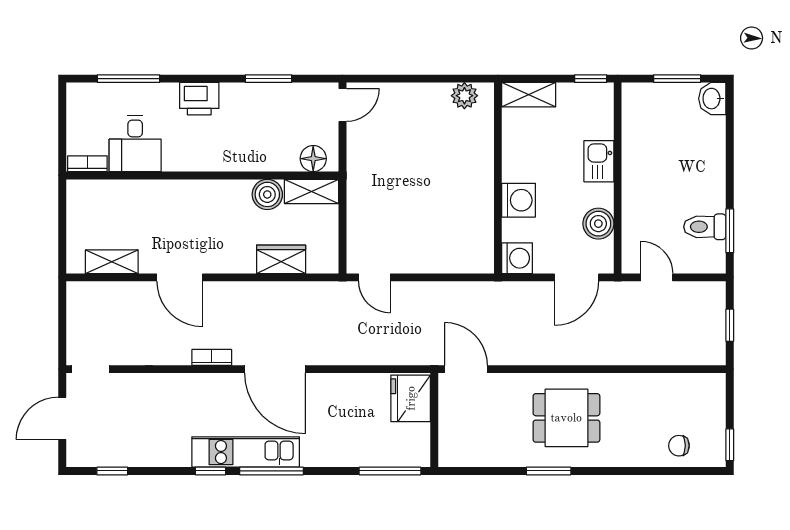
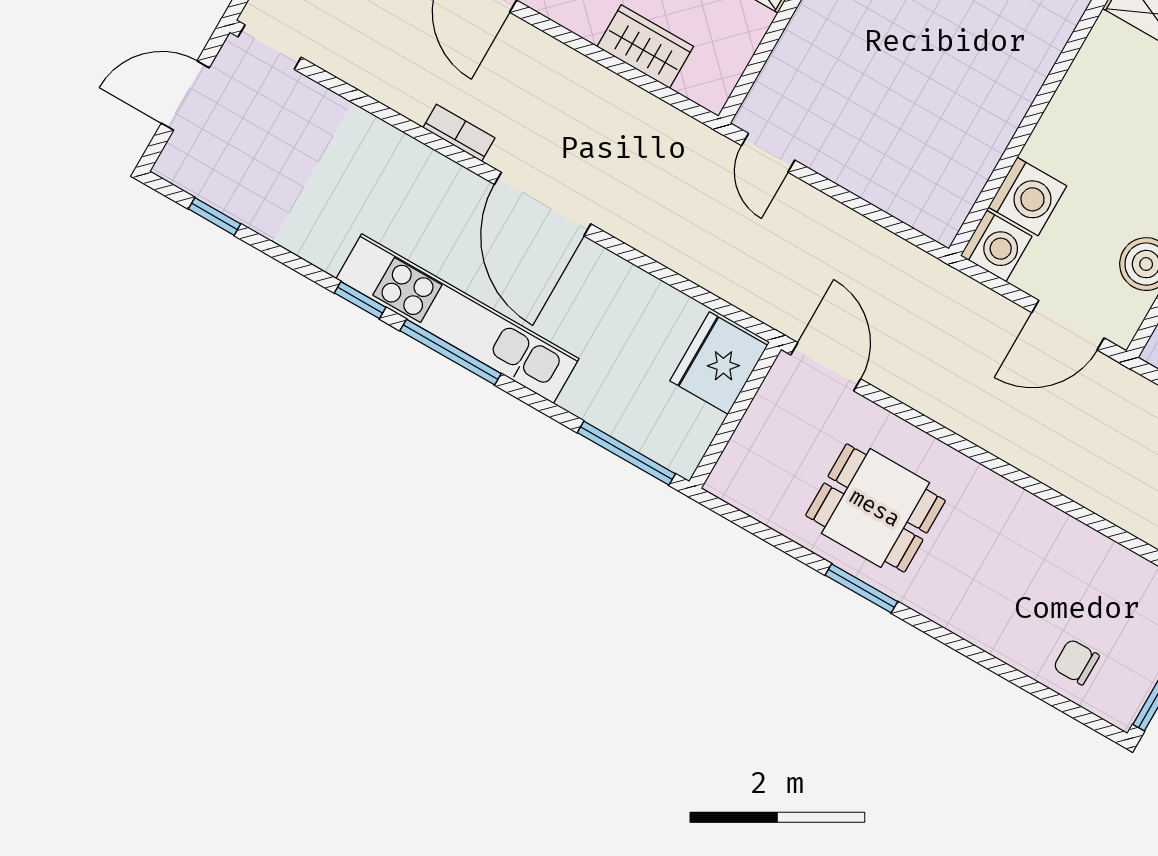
washing machine: (519, 200) -> (1027, 196), moved
dining table: (566, 418) -> (875, 508), moved
kitchen unit: (246, 452) -> (457, 319), width x1.36

